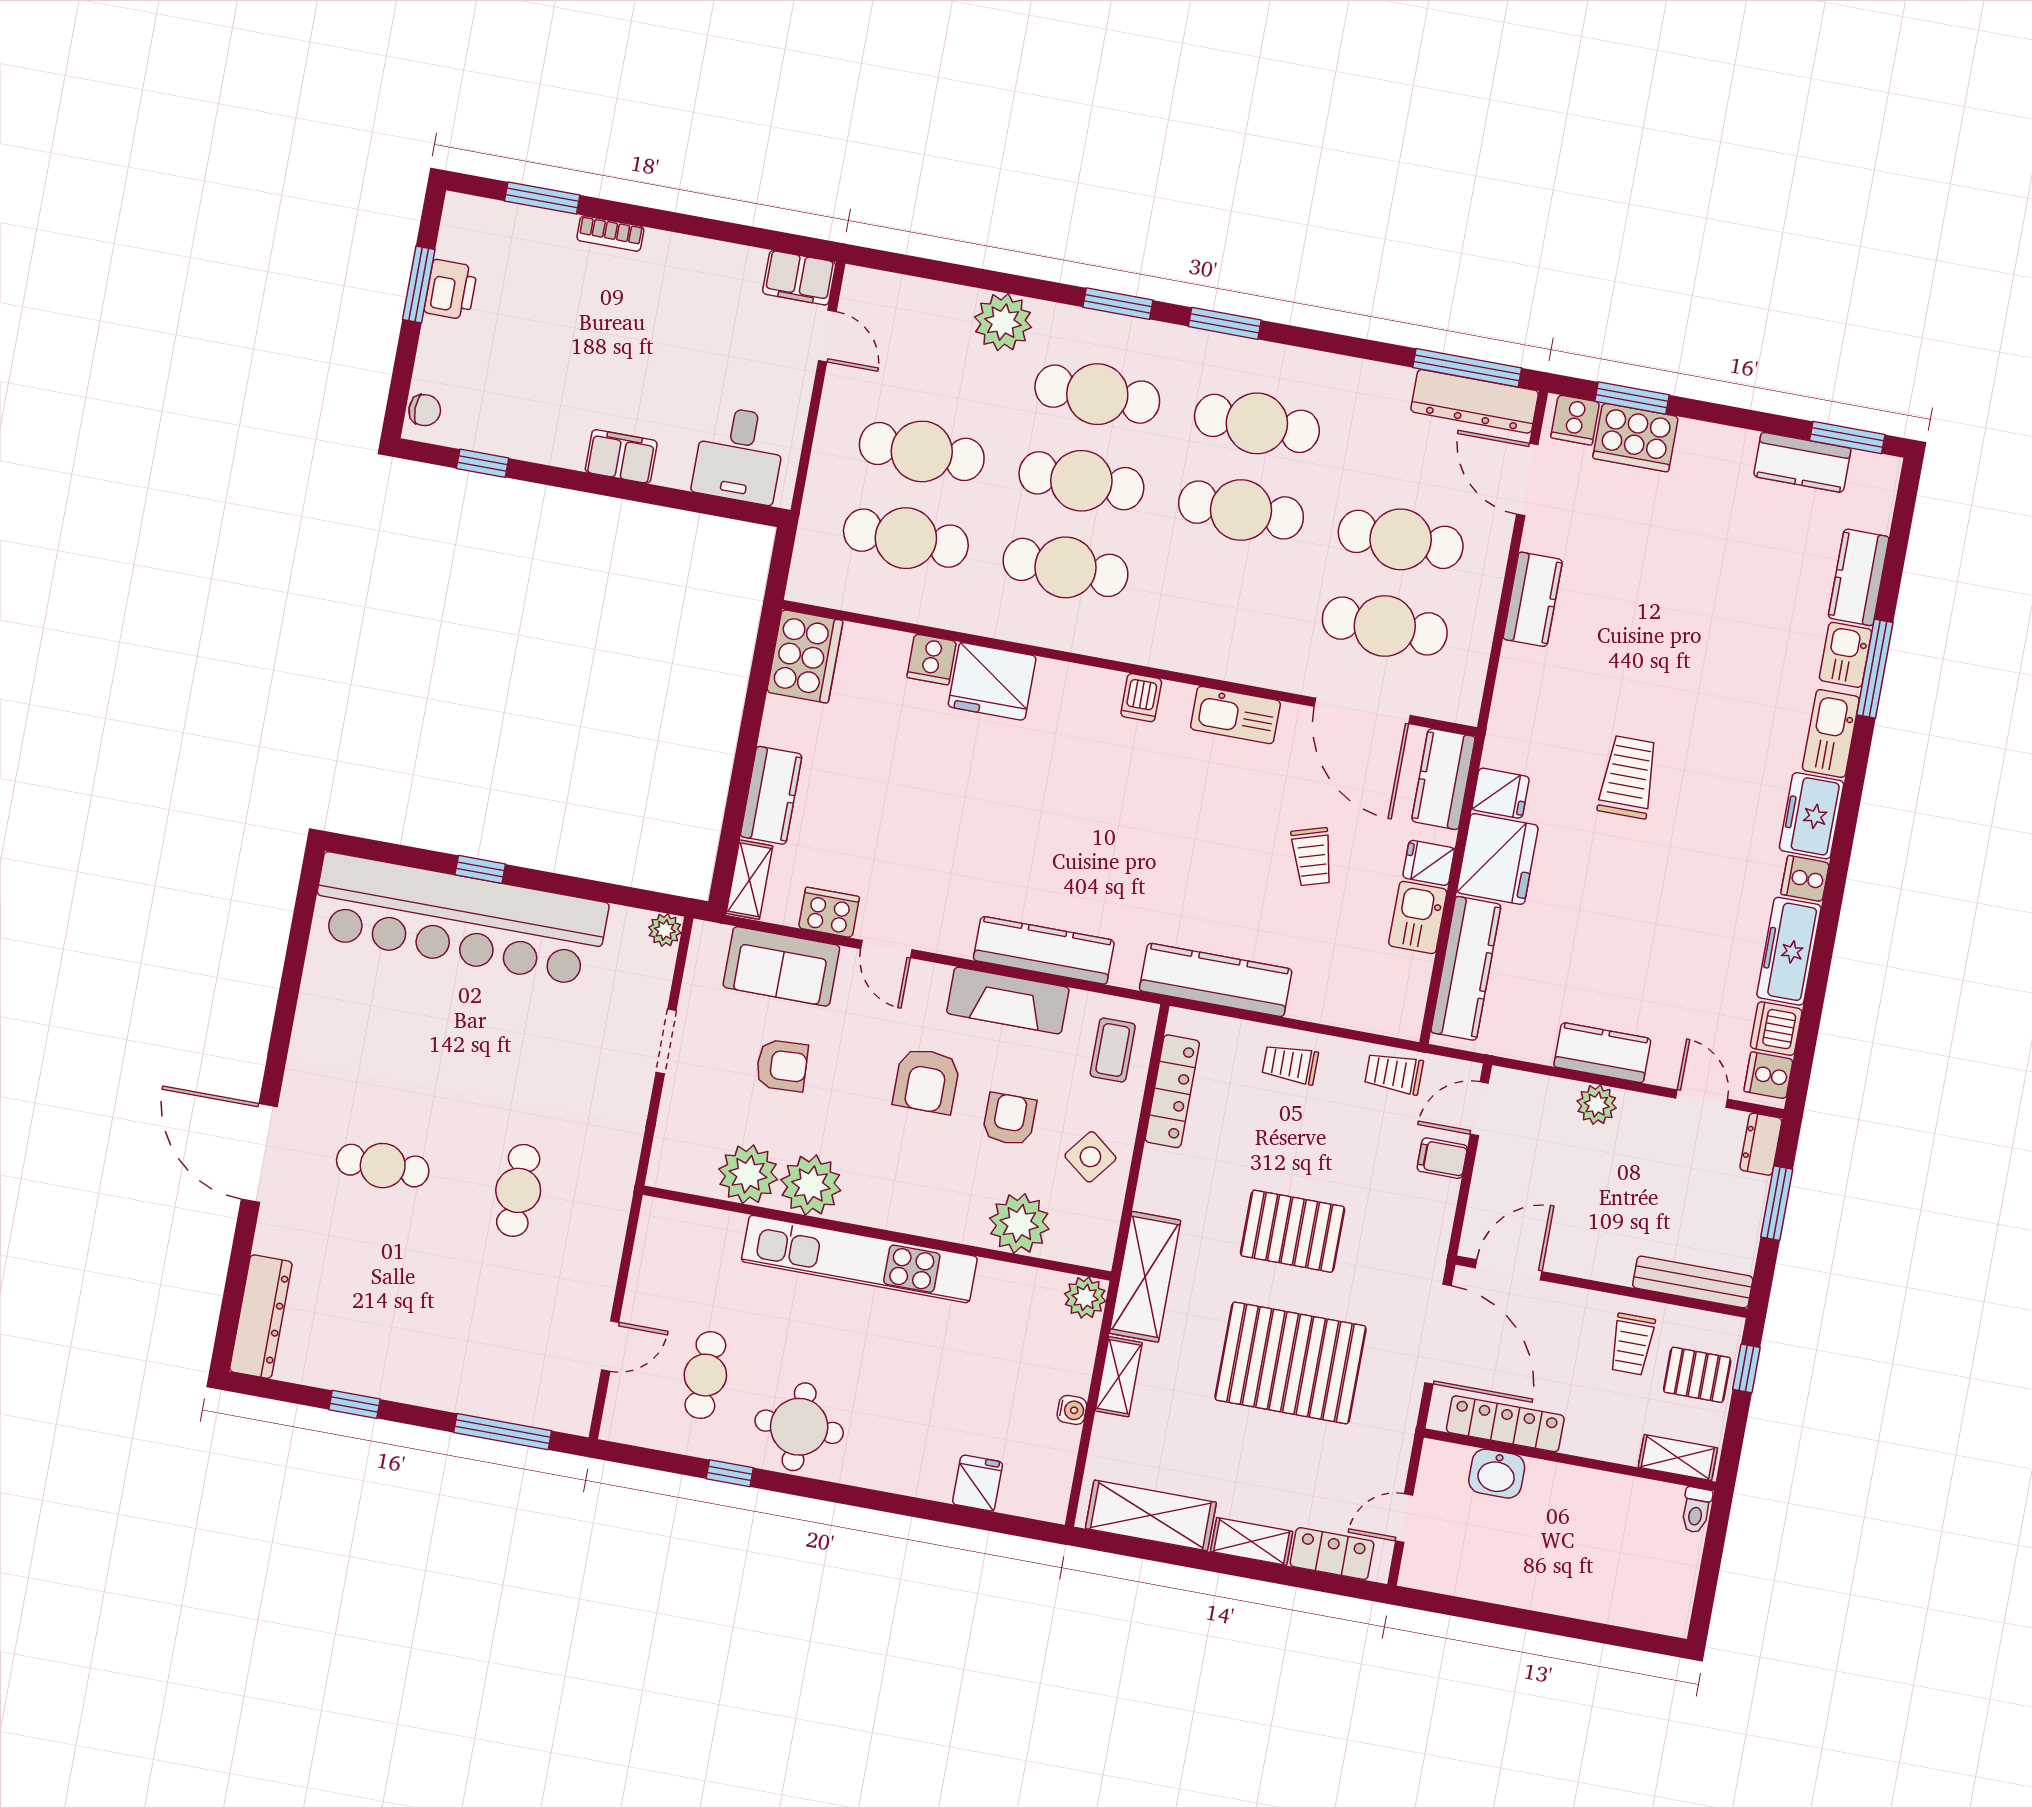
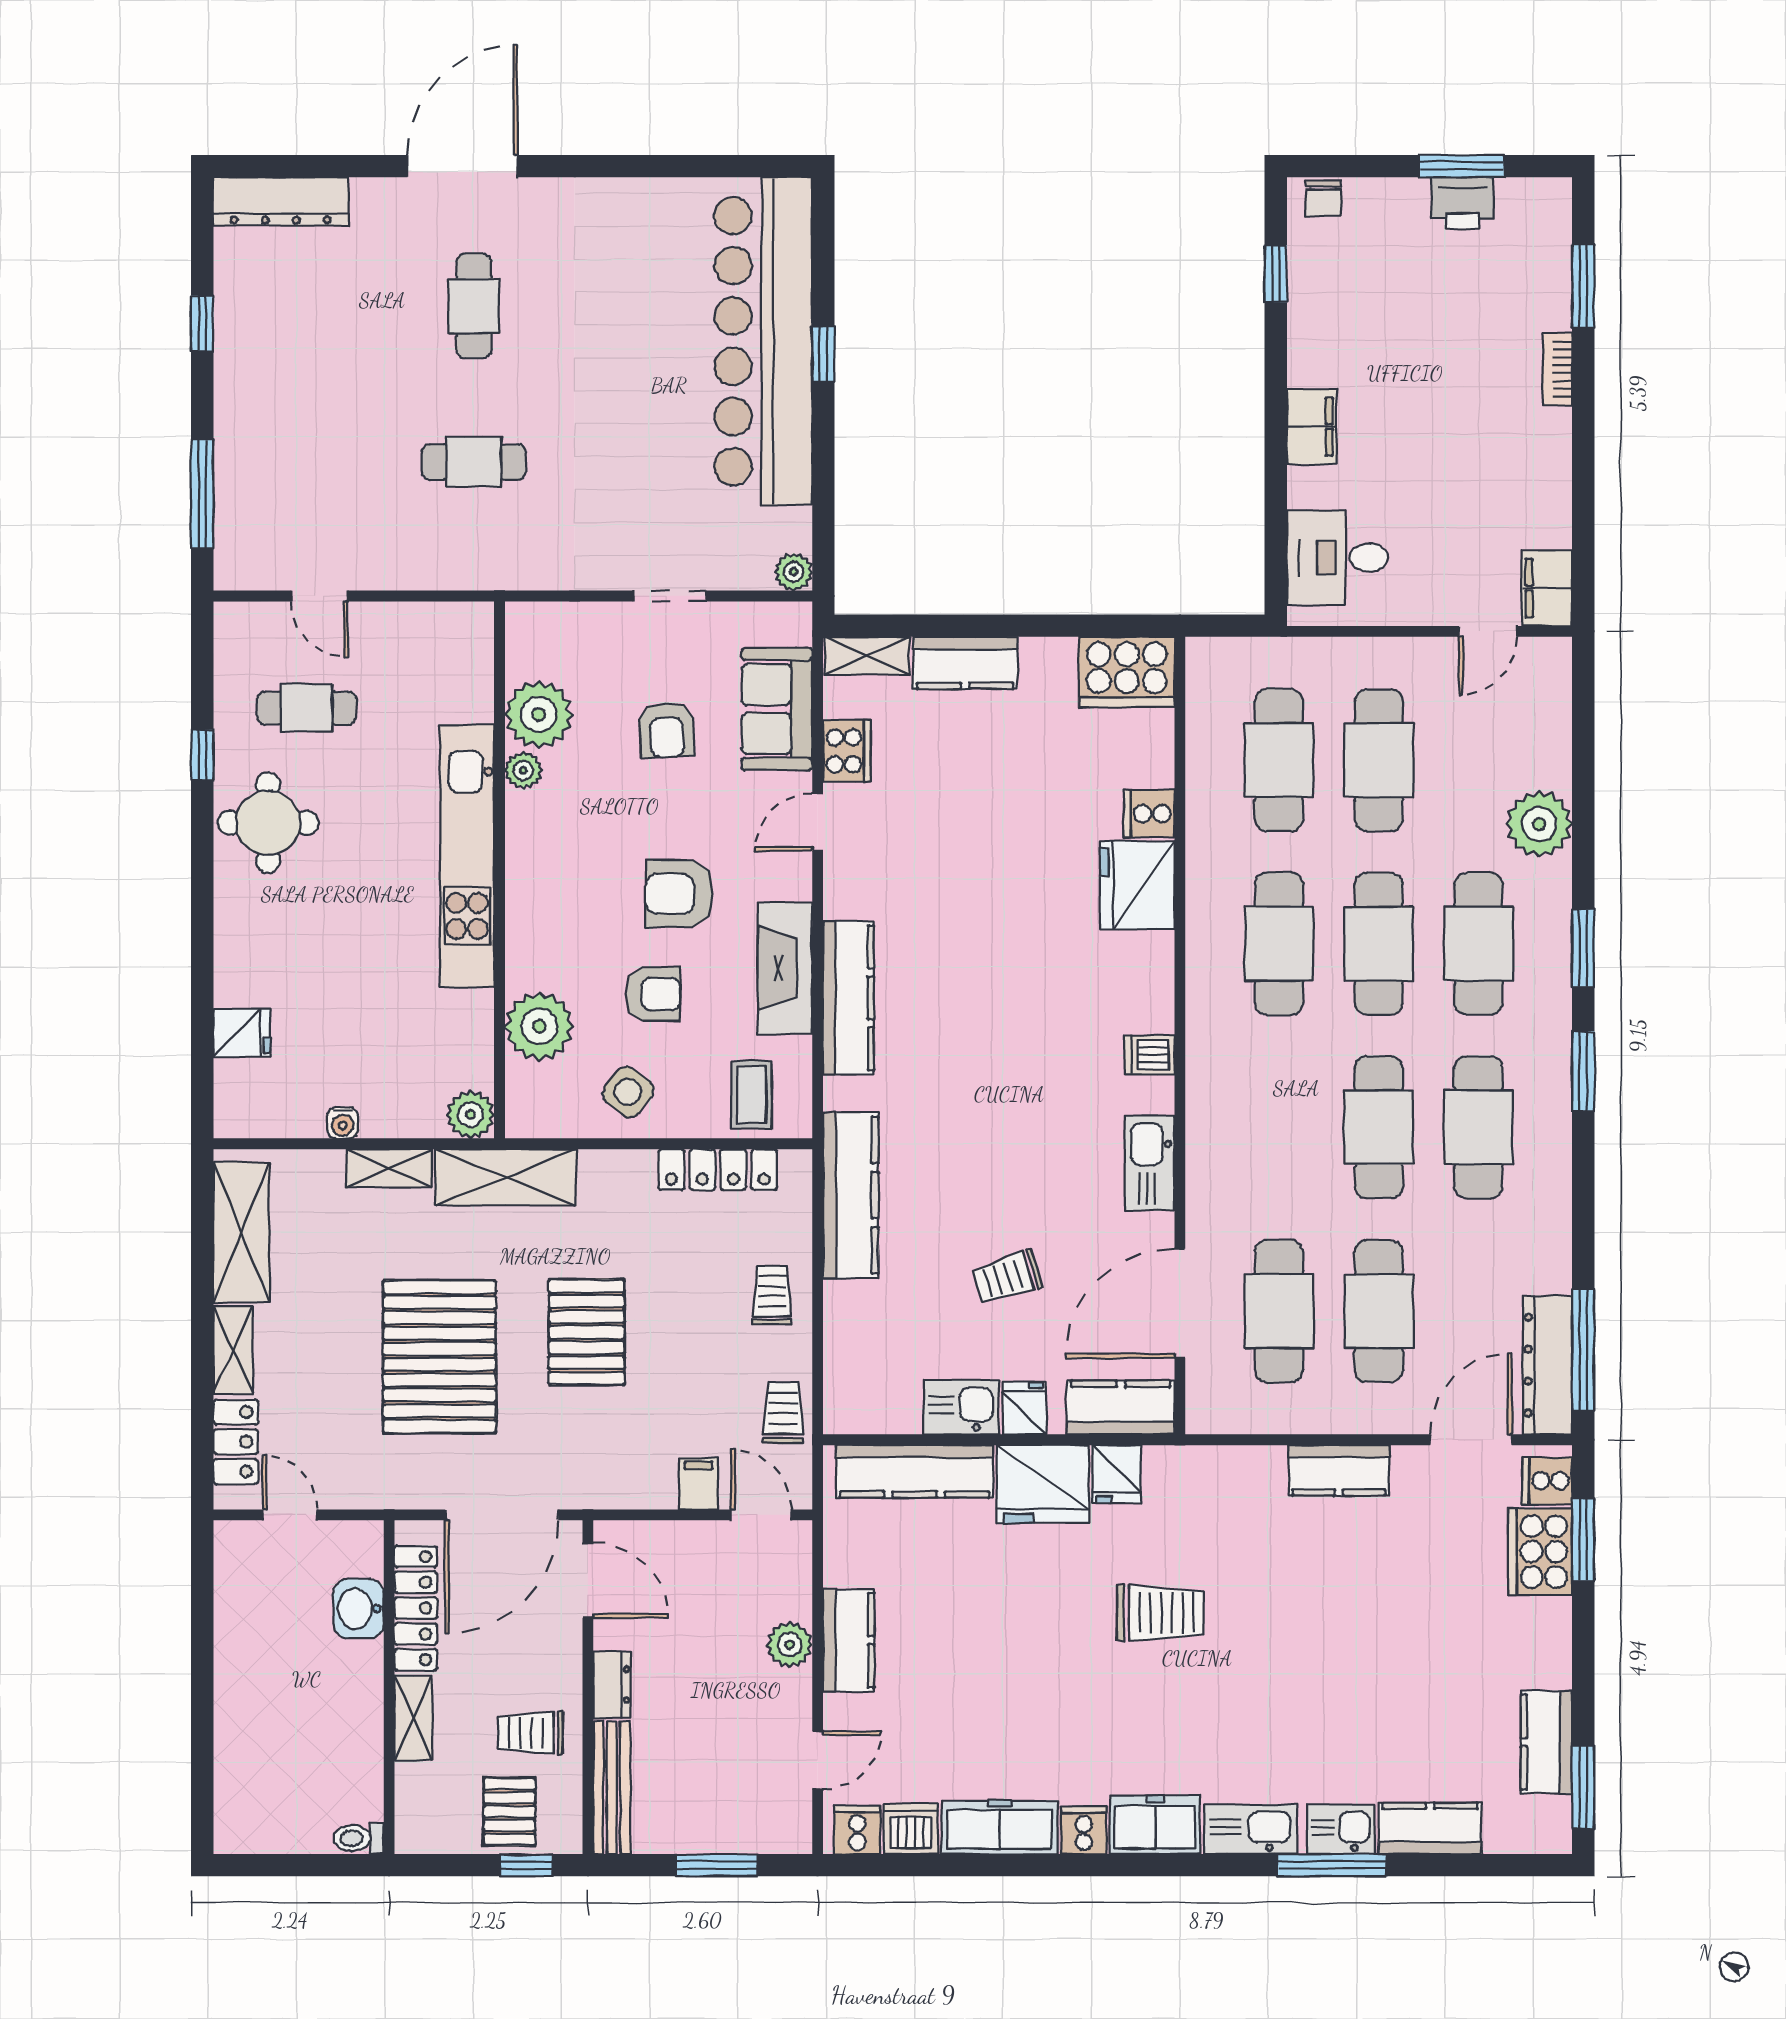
coffee table: (1113, 1050) -> (752, 1095), turned 90
dresser: (1761, 1144) -> (612, 1685), moved, turned 90
plant: (811, 1185) -> (523, 770), width x0.53, depth x0.53
shelving: (1678, 1458) -> (413, 1718), moved

